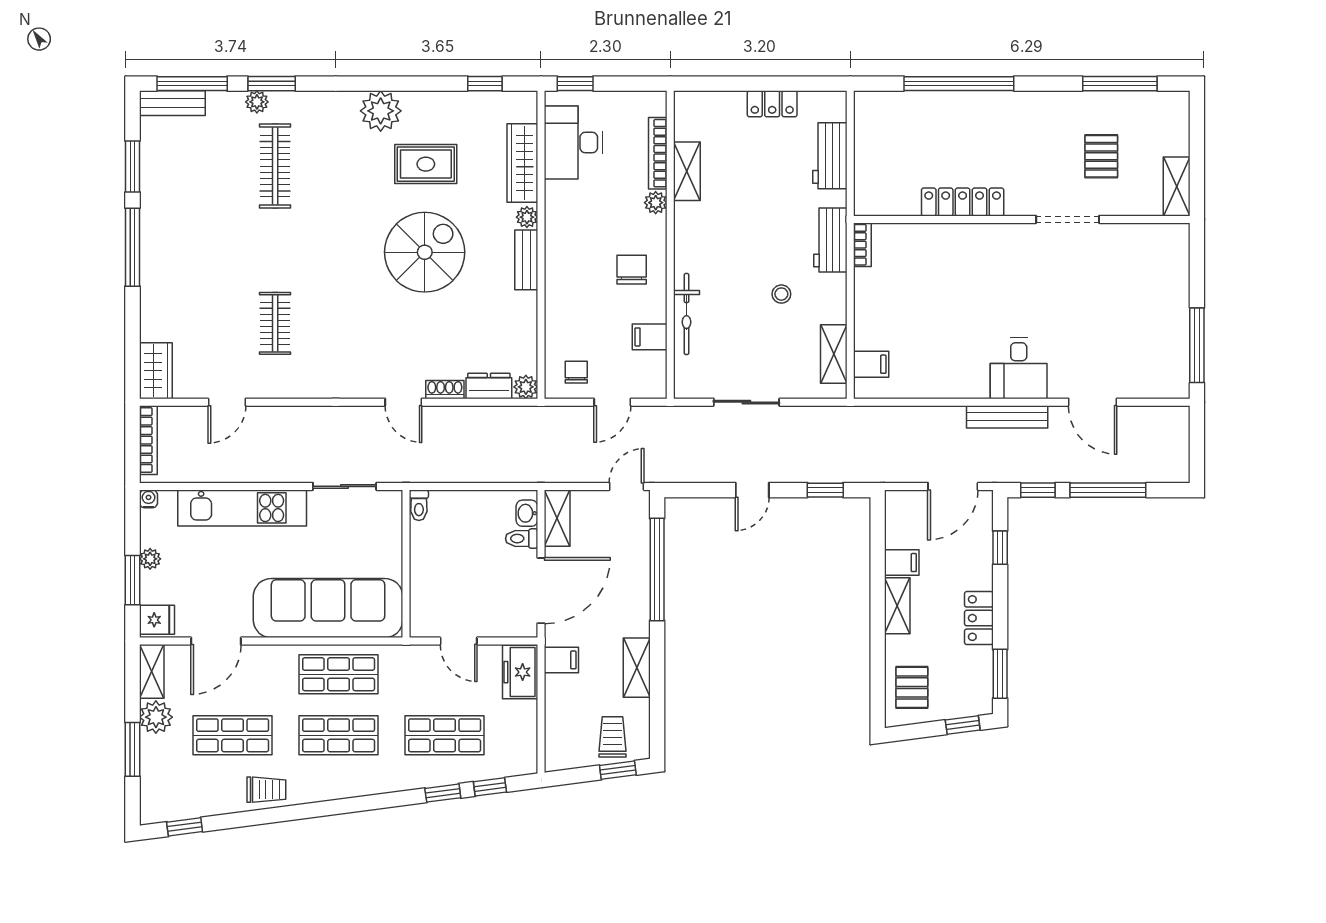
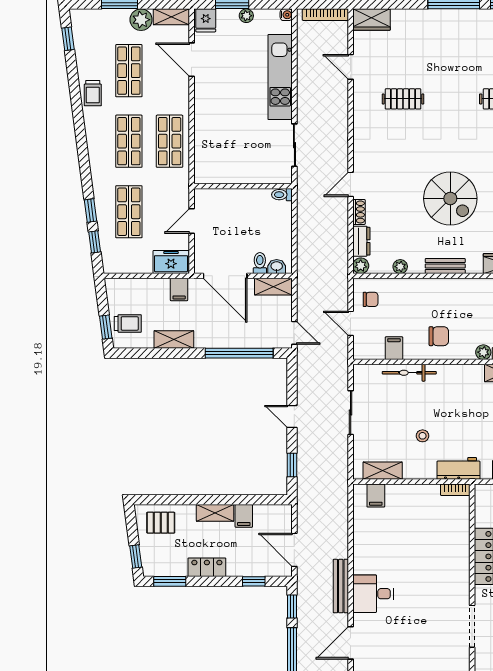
plant: (527, 217) -> (400, 267), moved
sofa: (328, 608) -> (214, 134), removed

